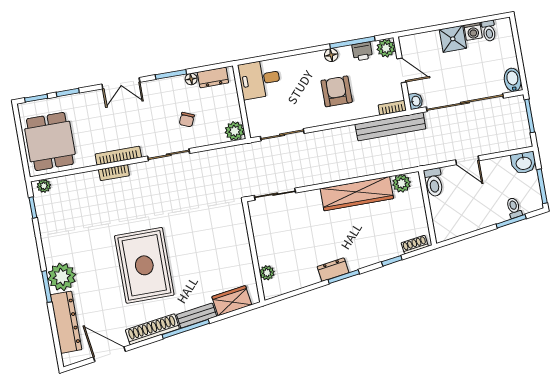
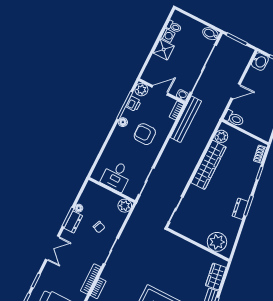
dresser: (213, 77) -> (73, 222), moved
desk: (260, 79) -> (116, 176), moved
plant: (267, 273) -> (217, 242), width x1.87, depth x1.87

